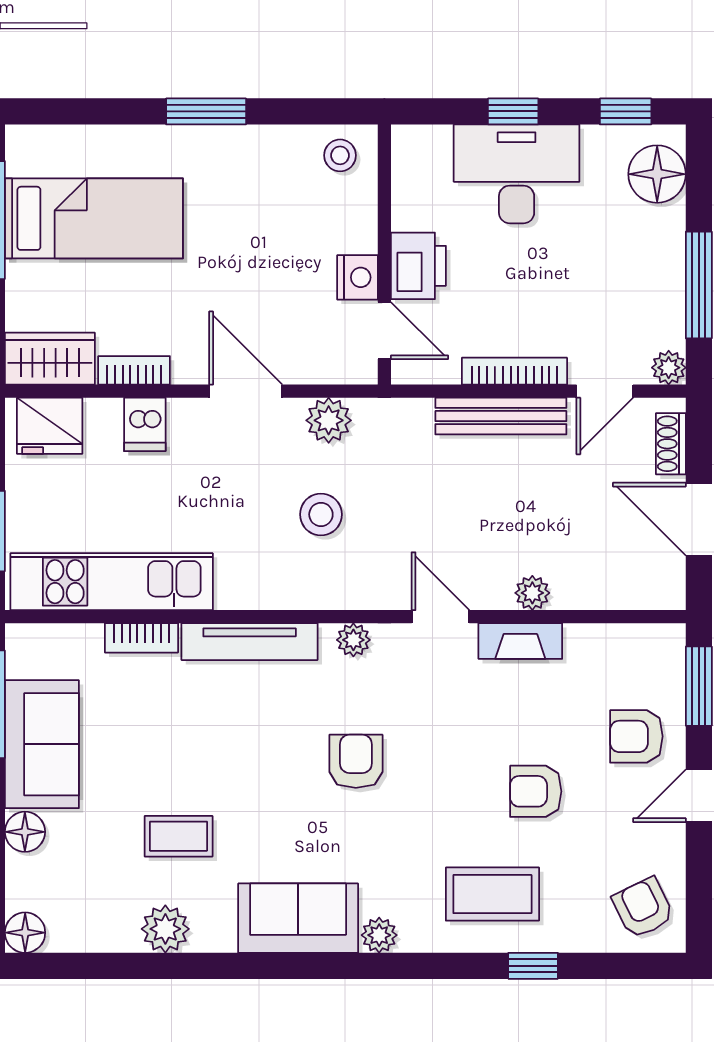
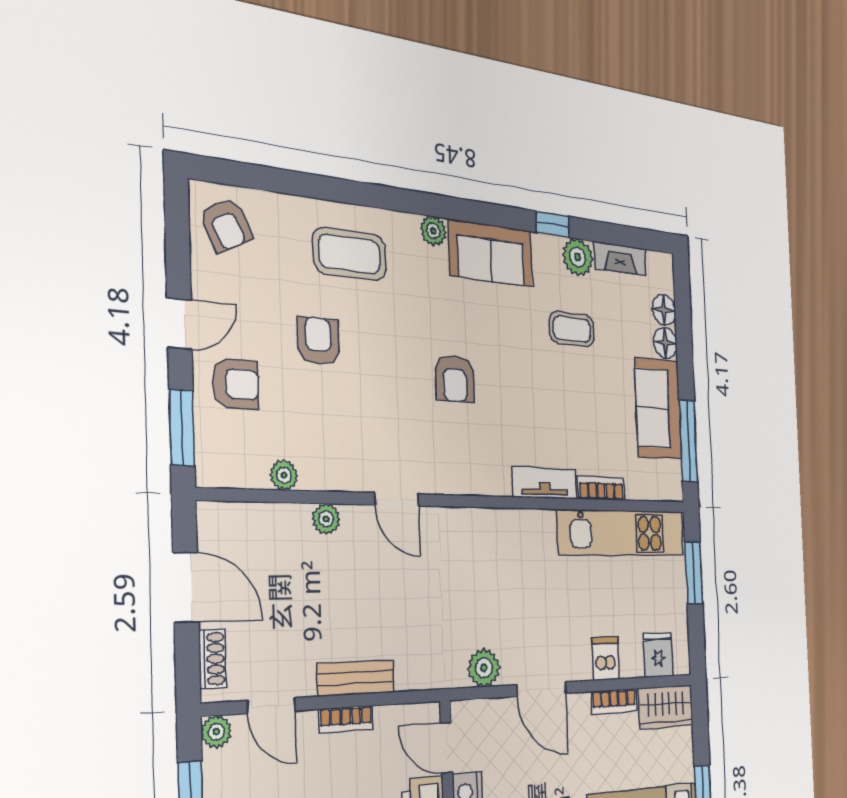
bookcase: (514, 371) -> (346, 719), width x0.64
door: (605, 391) -> (271, 706), swing flipped
bench: (501, 416) -> (356, 678), width x0.73
fridge: (50, 426) -> (658, 655), width x0.72
stool: (321, 514) -> (487, 588), removed
plant: (353, 640) -> (284, 475), moved
fireplace: (520, 641) -> (620, 259), moved, turned 180
tv unit: (250, 642) -> (545, 483), width x0.71
armchair: (536, 791) -> (318, 341), turned -90
floor lamp: (25, 933) -> (664, 310), moved
window: (533, 966) -> (553, 224), moved

